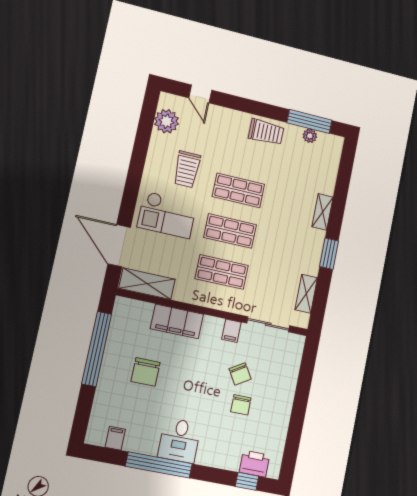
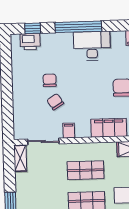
shelving: (306, 294) -> (20, 158), moved
desk: (179, 440) -> (92, 46), width x1.37
window: (159, 465) -> (78, 27), moved

